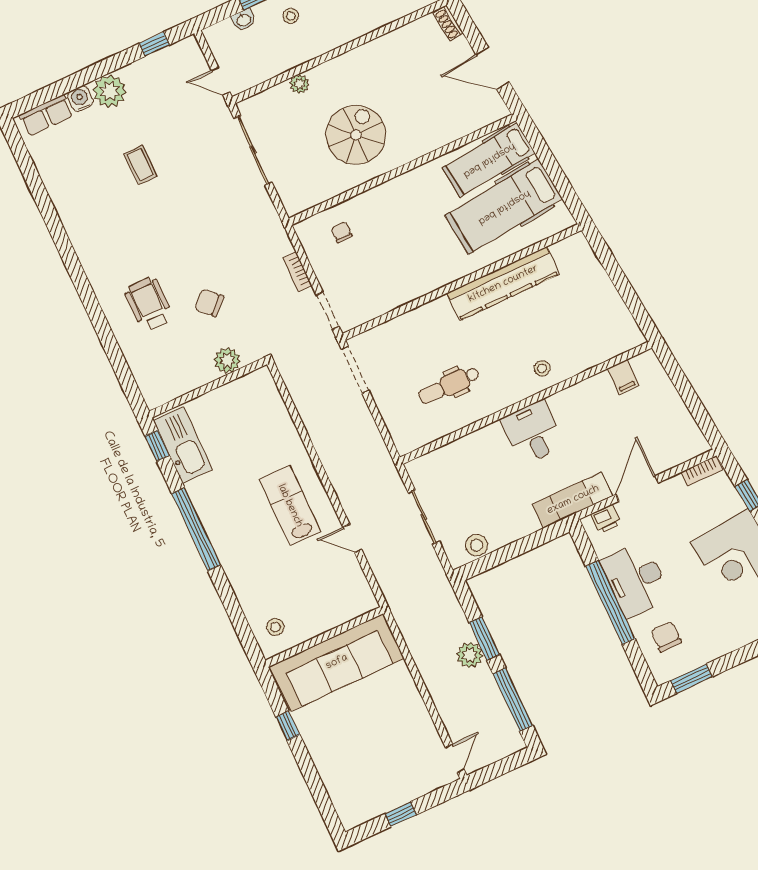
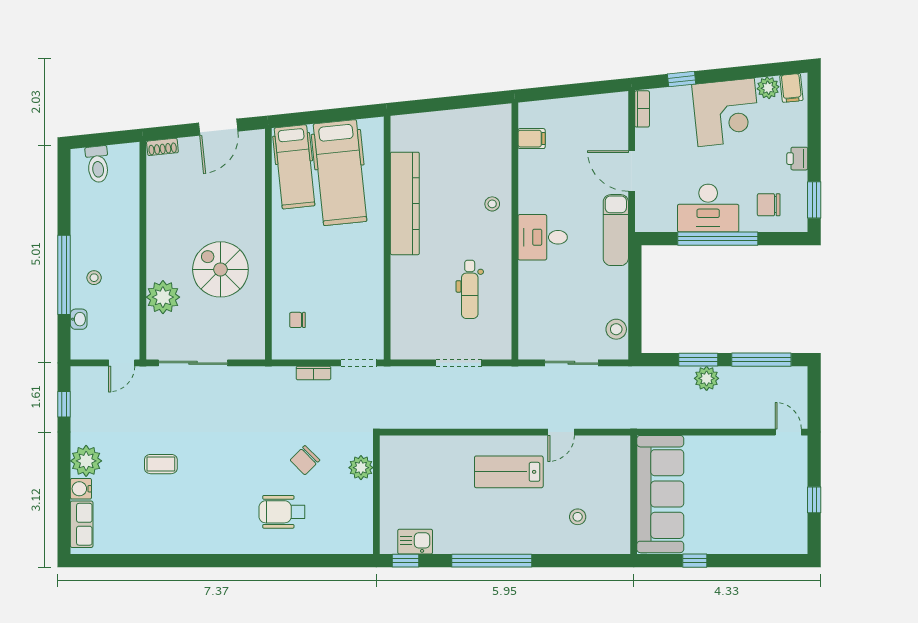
plant: (299, 84) -> (163, 297), width x1.88, depth x1.88
doorway: (355, 370) -> (459, 363), moved
kitchen sink: (183, 445) -> (415, 542), width x0.53, depth x0.81
printer: (606, 519) -> (797, 159), moved, turned 180
stool: (275, 627) -> (578, 517), moved

